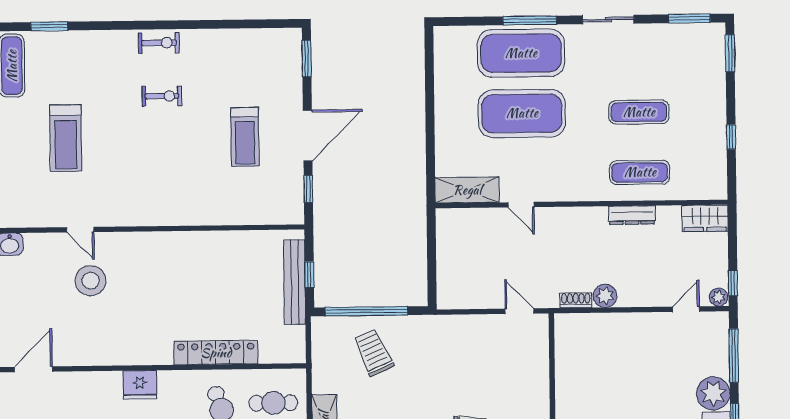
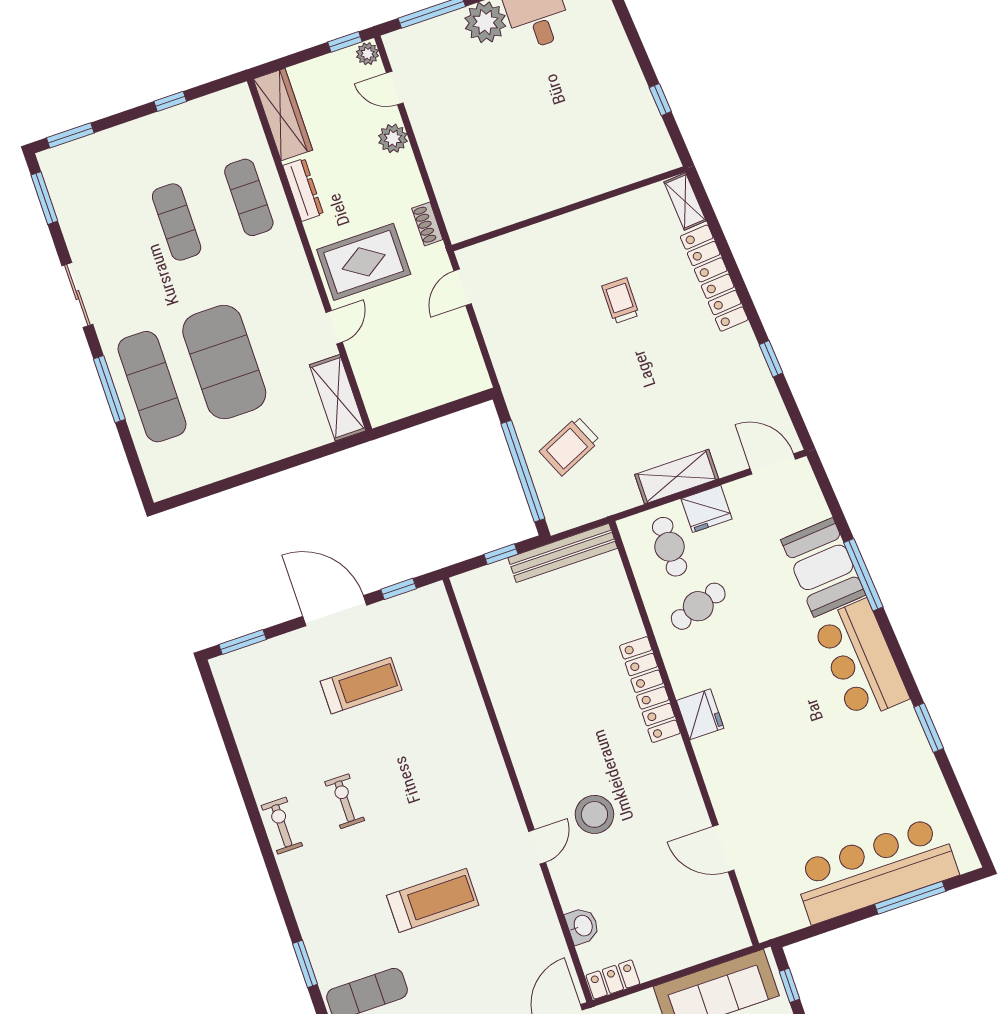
exercise mat: (521, 53) -> (152, 387), width x0.68
wardrobe: (705, 218) -> (283, 115), width x1.50
rug: (563, 243) -> (364, 262), added
bench: (295, 282) -> (563, 553), moved
plant: (605, 296) -> (393, 138), moved
locker: (216, 353) -> (650, 690), moved

